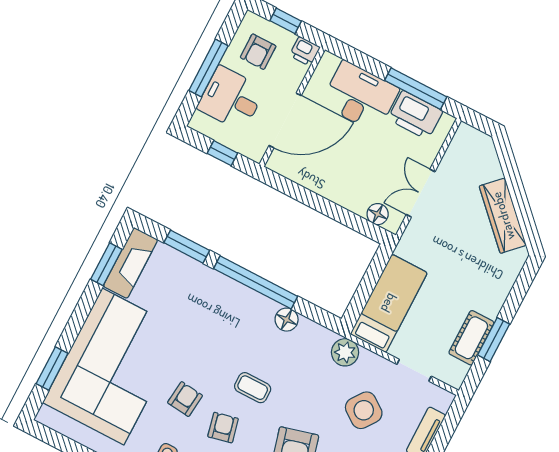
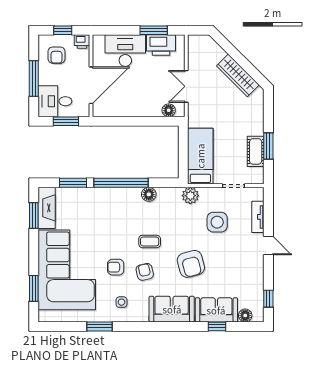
window: (416, 89) -> (154, 30), width x0.69
desk: (231, 99) -> (55, 101), moved
window: (222, 153) -> (66, 121), width x1.50
armchair: (185, 399) -> (116, 267), turned -96
side table: (364, 410) -> (217, 222), turned -36

